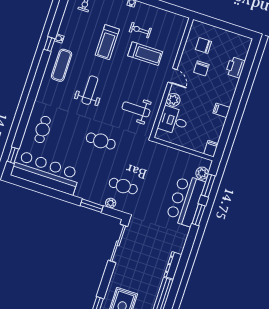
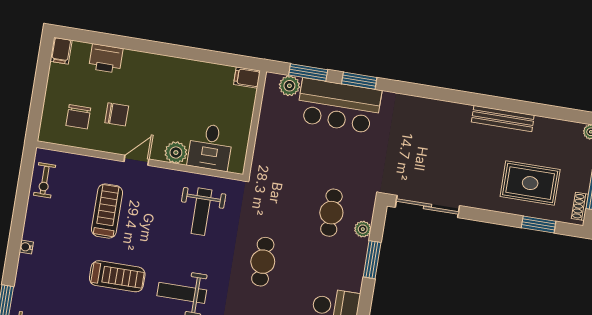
exercise bike: (140, 30) -> (45, 180), moved
treadmill: (107, 42) -> (117, 276), moved
filing cabinet: (222, 110) -> (61, 51), moved
dresser: (173, 265) -> (450, 110), removed

